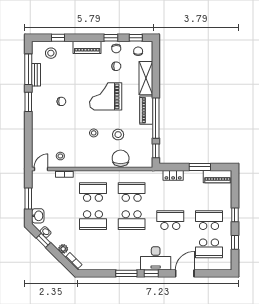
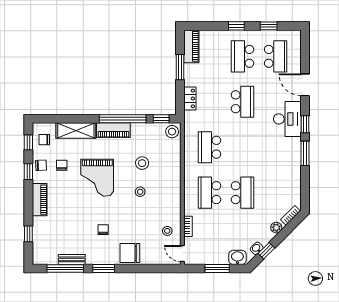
stool: (51, 53) -> (172, 132), moved
chair: (121, 158) -> (130, 253), moved
school desk: (132, 220) -> (243, 147), removed
school desk: (170, 220) -> (243, 102), turned 180

